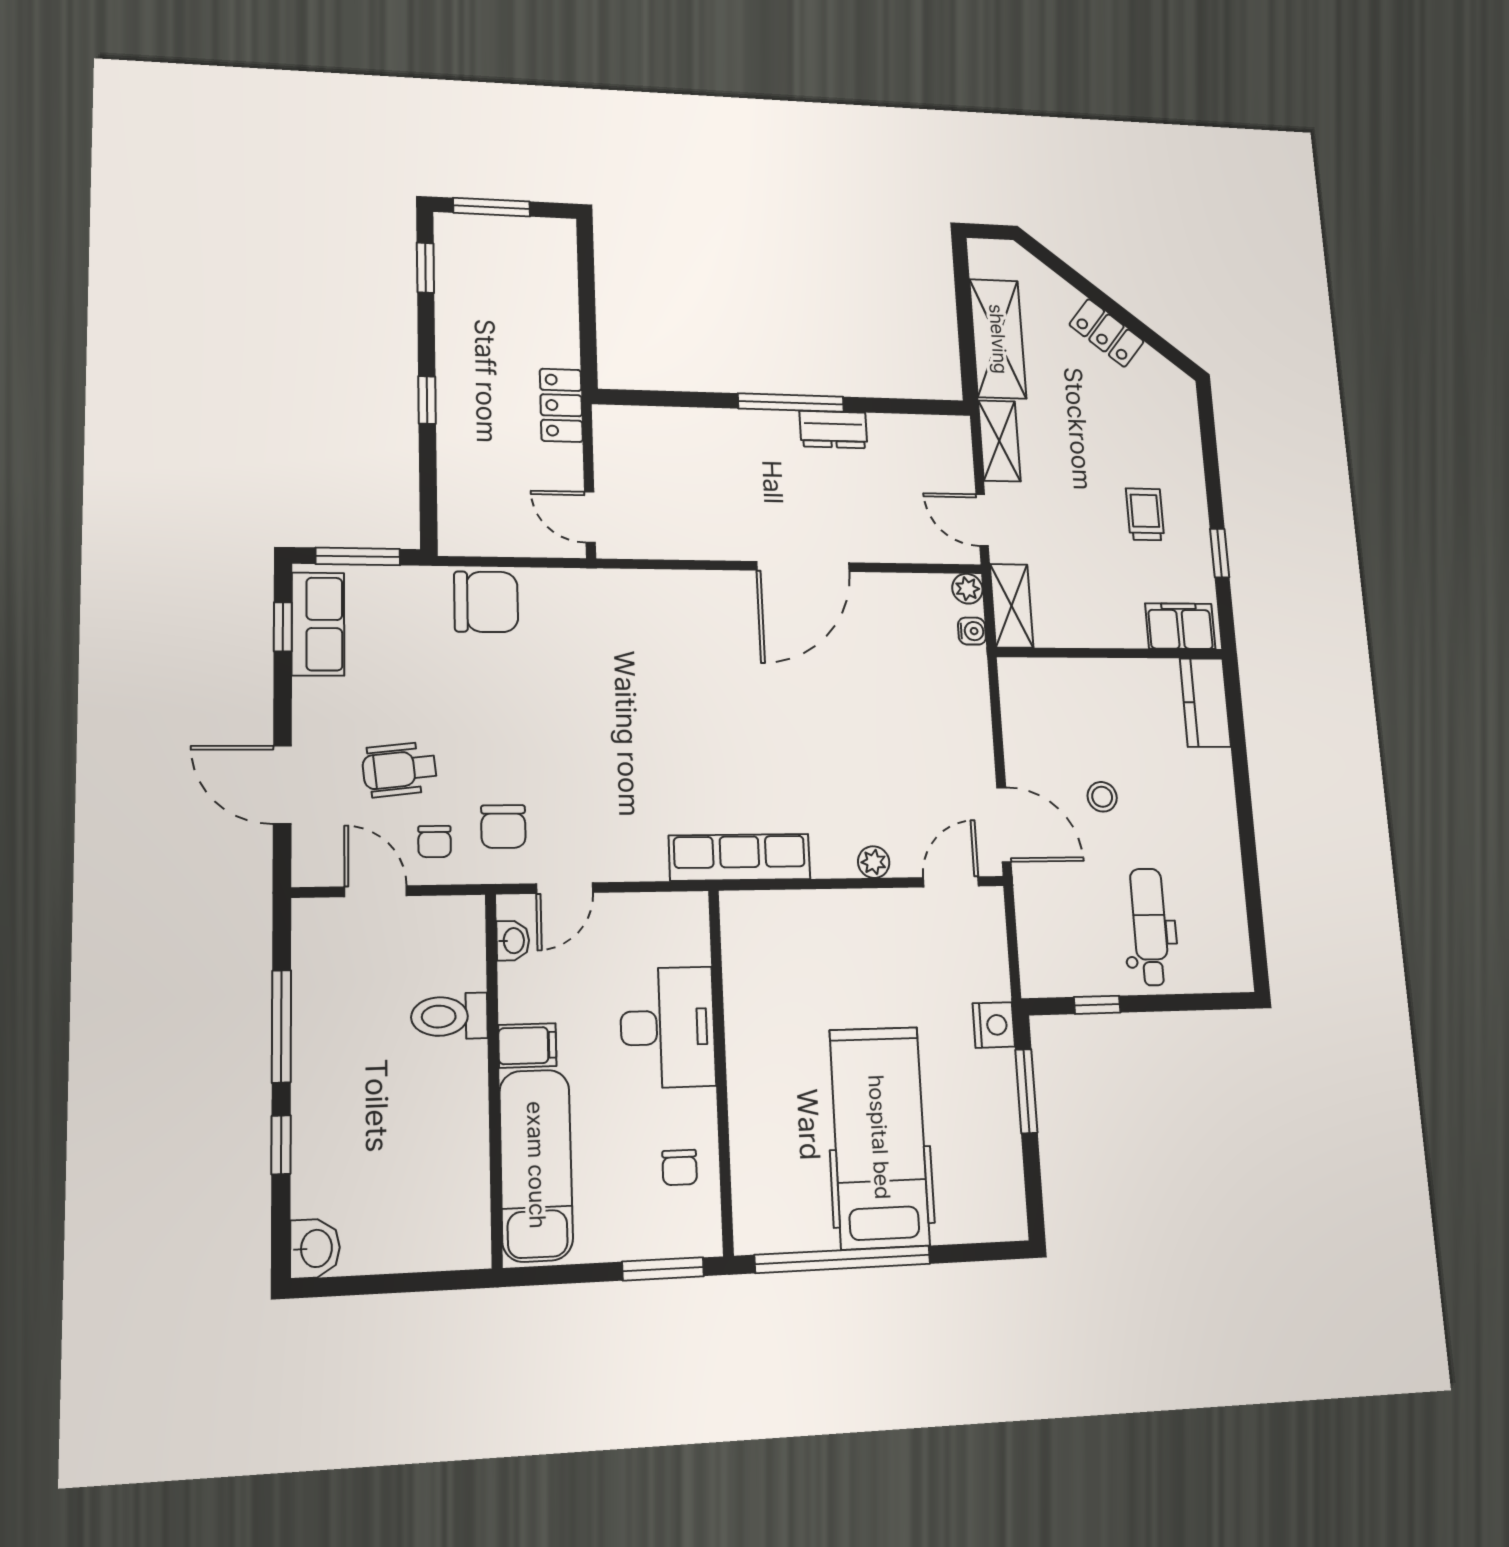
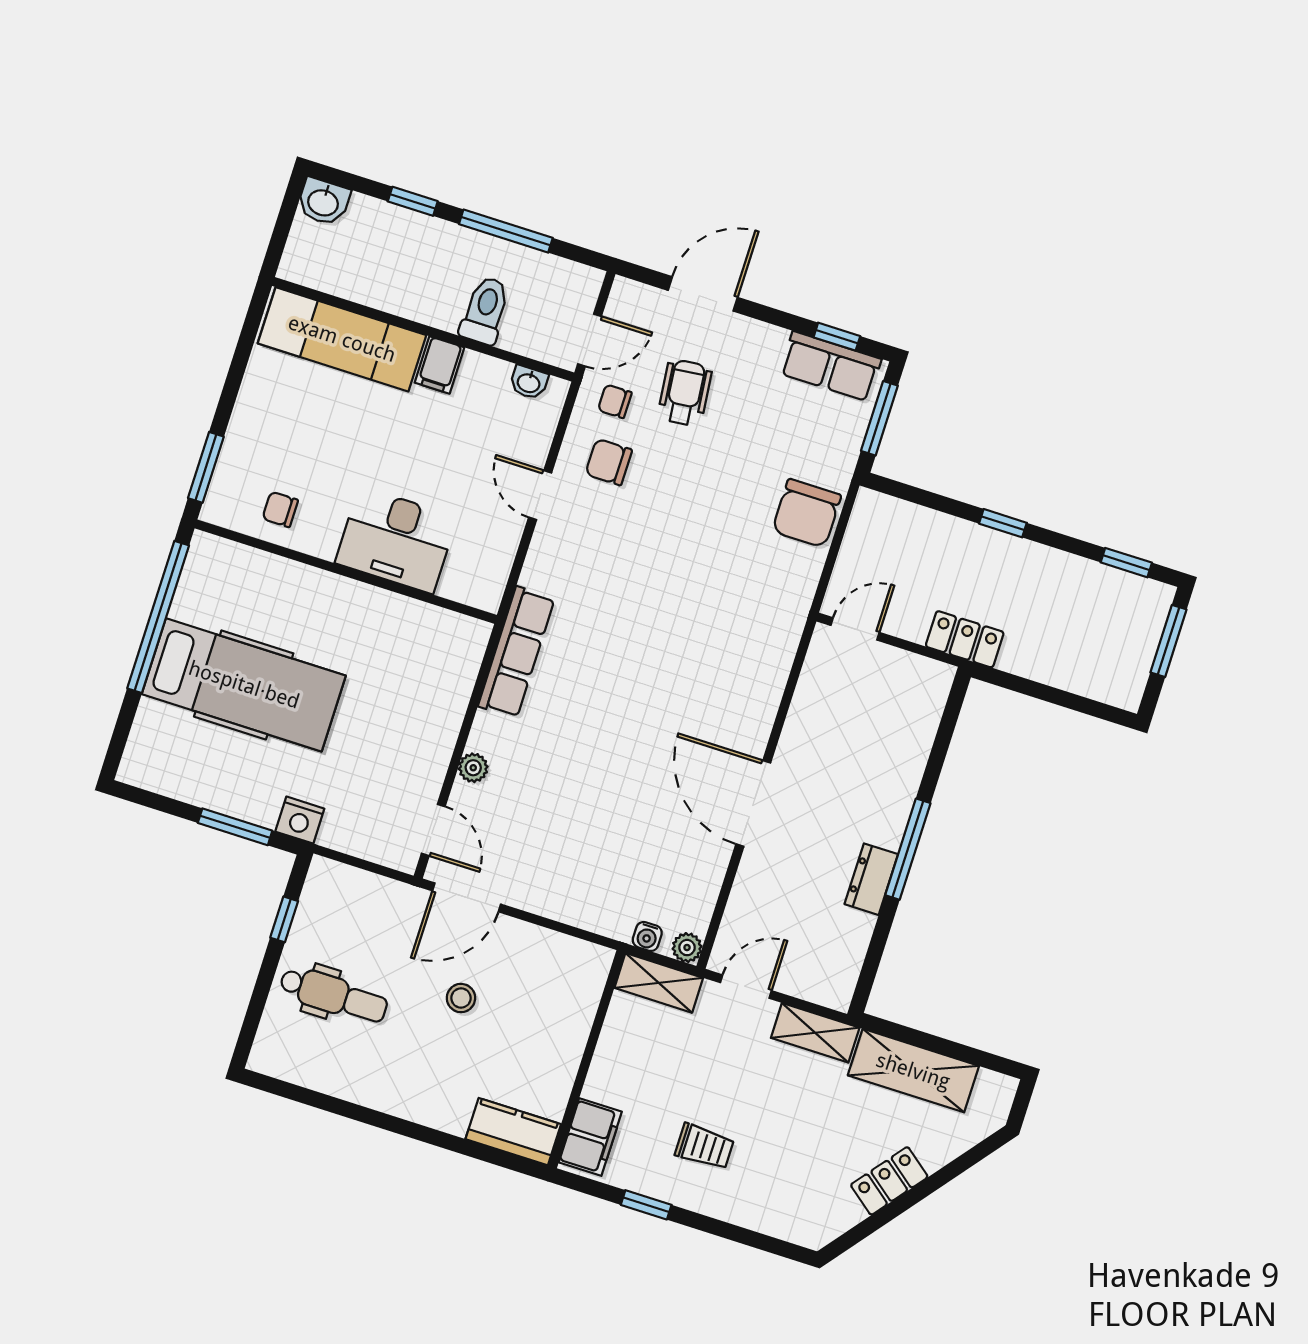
washbasin: (513, 941) -> (529, 382), moved
toilet: (449, 1016) -> (485, 310), moved
filing cabinet: (527, 1046) -> (439, 365), moved
wall: (494, 1078) -> (423, 329), moved
exam couch: (536, 1165) -> (342, 339), moved

